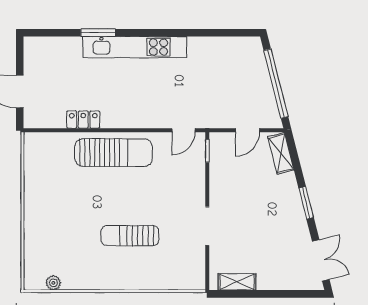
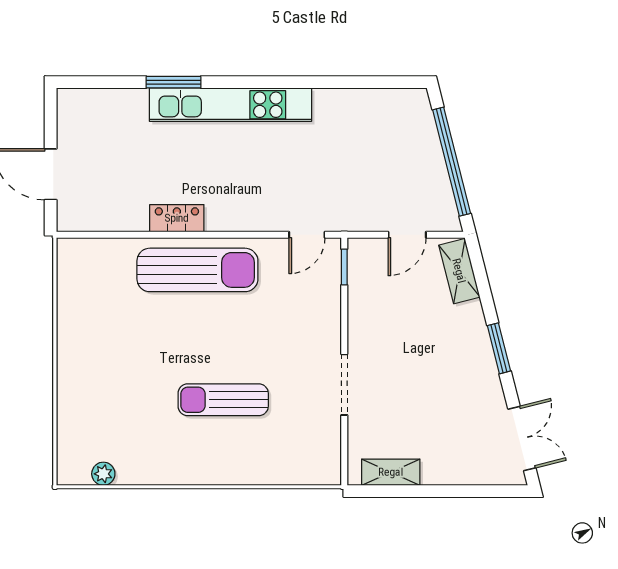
locker: (83, 120) -> (177, 218), moved

